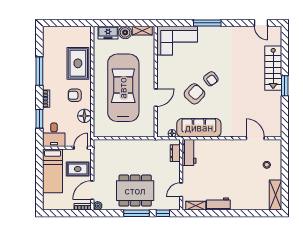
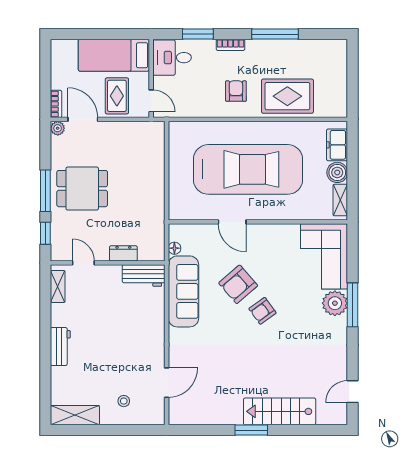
plant: (206, 34) -> (335, 303), added
armchair: (194, 94) -> (238, 284), turned 96
floor lamp: (84, 116) -> (203, 107), removed
dresser: (175, 153) -> (123, 253), moved
dining table: (135, 191) -> (82, 189), width x0.73
workbench: (218, 204) -> (60, 347), moved

